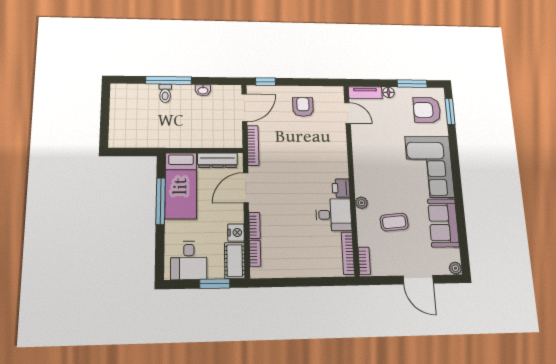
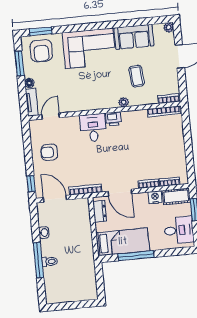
dresser: (217, 160) -> (100, 211), width x0.70
desk: (334, 215) -> (93, 128), moved

